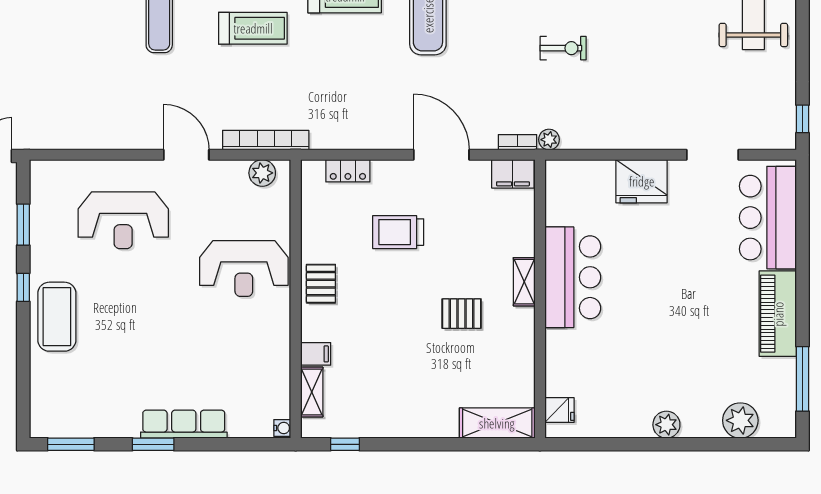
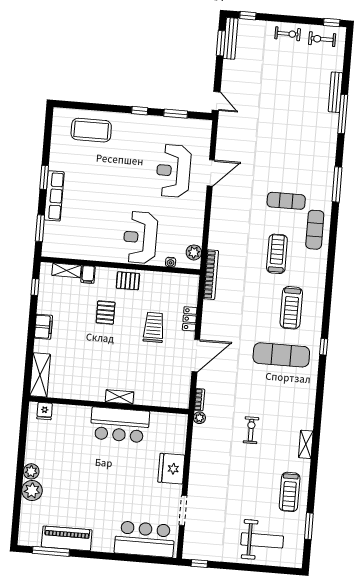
treadmill: (253, 28) -> (277, 254), turned 180
exercise bike: (563, 48) -> (251, 430), turned 180
bookcase: (266, 140) -> (211, 275), moved
door: (186, 155) -> (211, 173), moved
locker: (348, 171) -> (190, 319), moved
filing cabinet: (513, 174) -> (43, 327), moved, turned 180
pallet: (462, 314) -> (106, 313), moved
piano: (778, 314) -> (67, 538), moved
coffee table: (57, 317) -> (91, 130), moved
plant: (740, 420) -> (32, 491), moved
water cooler: (282, 428) -> (171, 262), moved
window: (71, 444) -> (40, 228), moved

